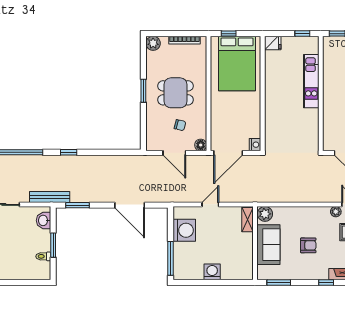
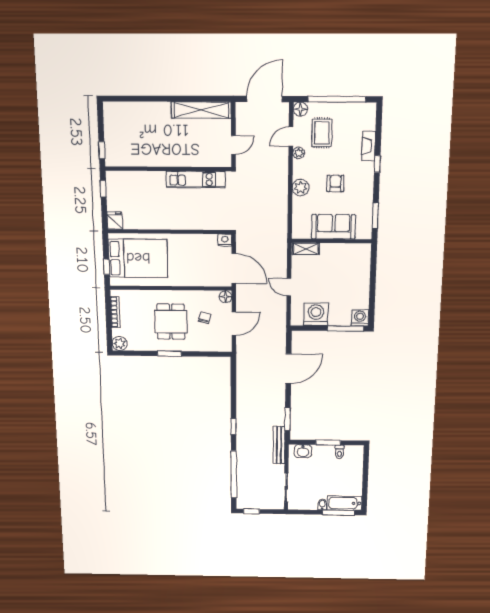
kitchen unit: (311, 81) -> (196, 179), moved
plant: (265, 214) -> (301, 188), moved
washing machine: (212, 272) -> (360, 318), moved, turned 90

